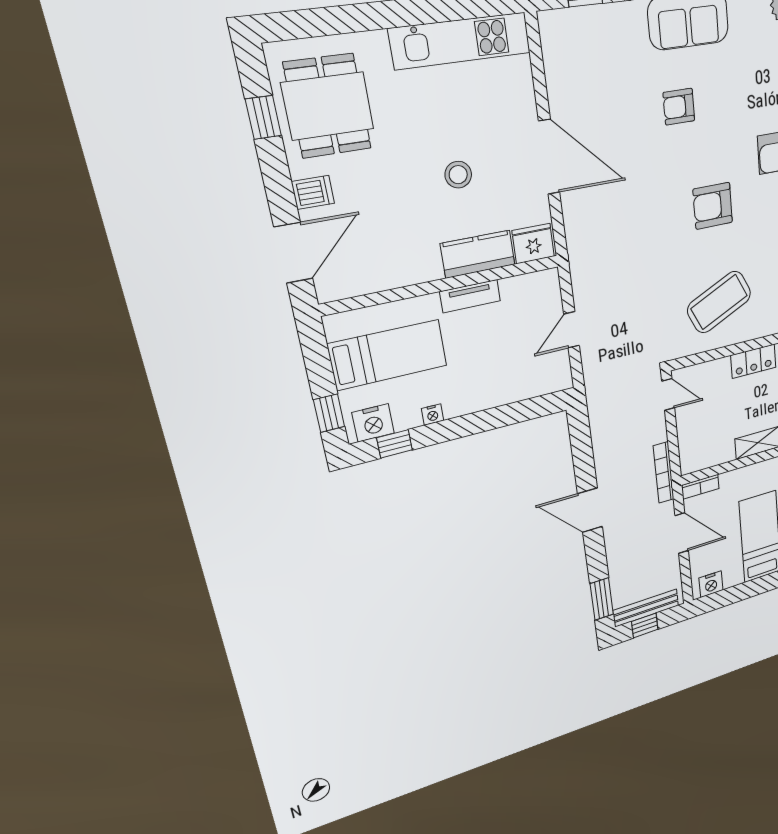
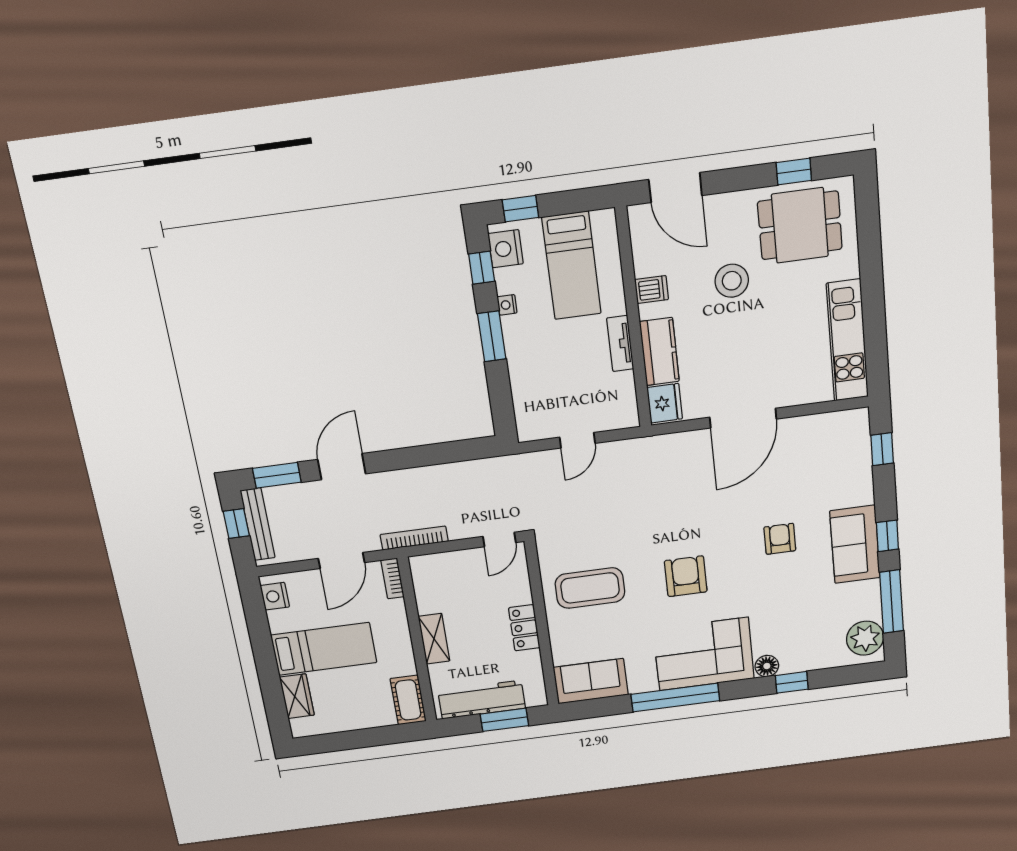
stool: (458, 175) -> (732, 281), moved, width x1.38, depth x1.38
dishwasher: (313, 192) -> (652, 290), moved, turned -90
coffee table: (719, 302) -> (590, 588), turned -65
door: (572, 330) -> (577, 440), swing flipped
window: (466, 426) -> (492, 336), added
door: (590, 510) -> (342, 467), moved

